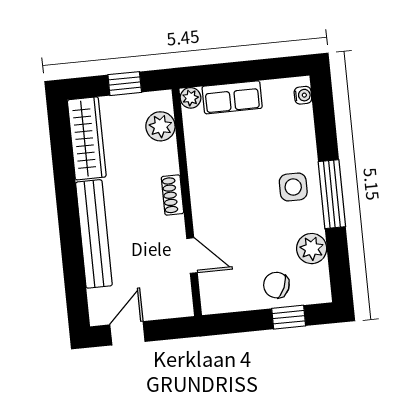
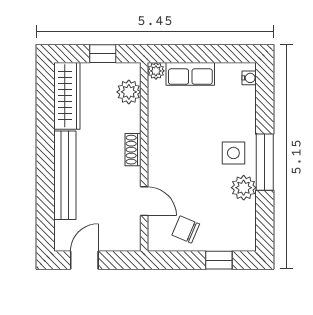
plant: (312, 249) -> (244, 188), moved
chair: (276, 285) -> (186, 230), moved

